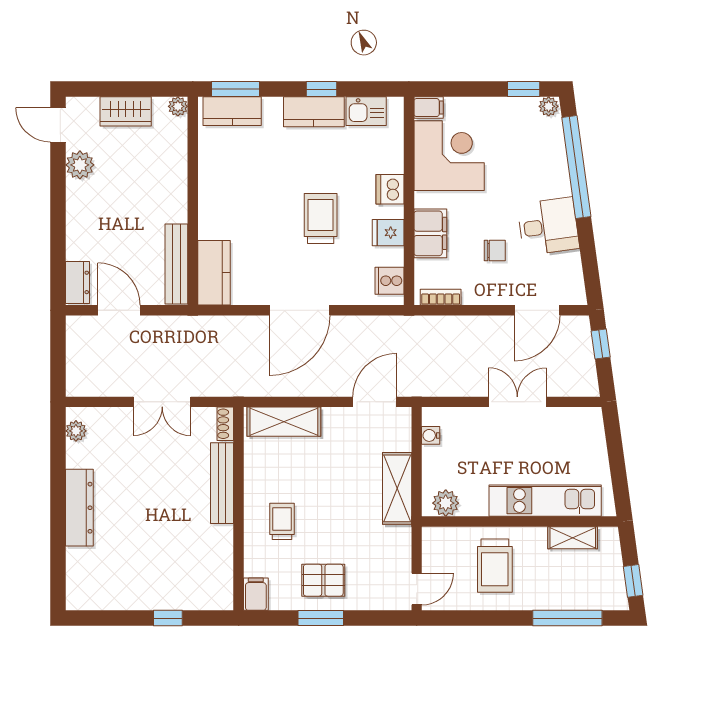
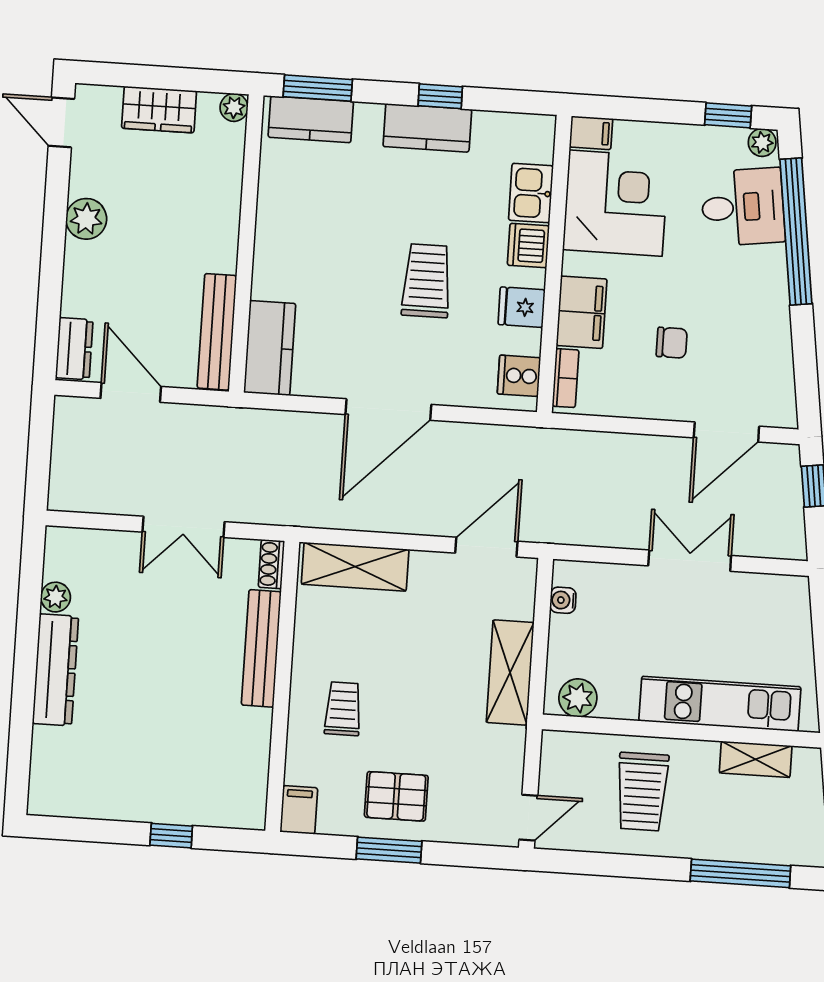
kitchen sink: (366, 111) -> (531, 193), moved, turned 90
plant: (80, 165) -> (86, 219), moved
desk: (548, 226) -> (743, 207), moved
bookcase: (441, 297) -> (566, 378), moved, turned 90
plant: (76, 431) -> (56, 597), moved

